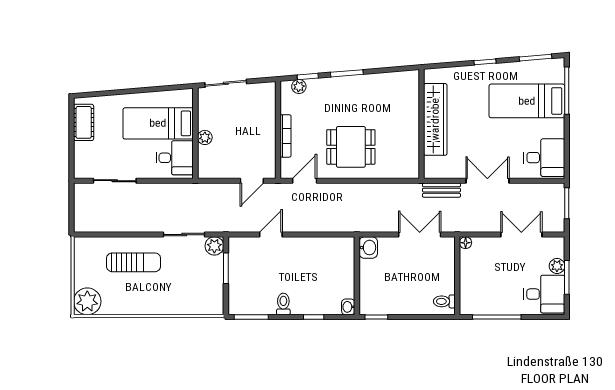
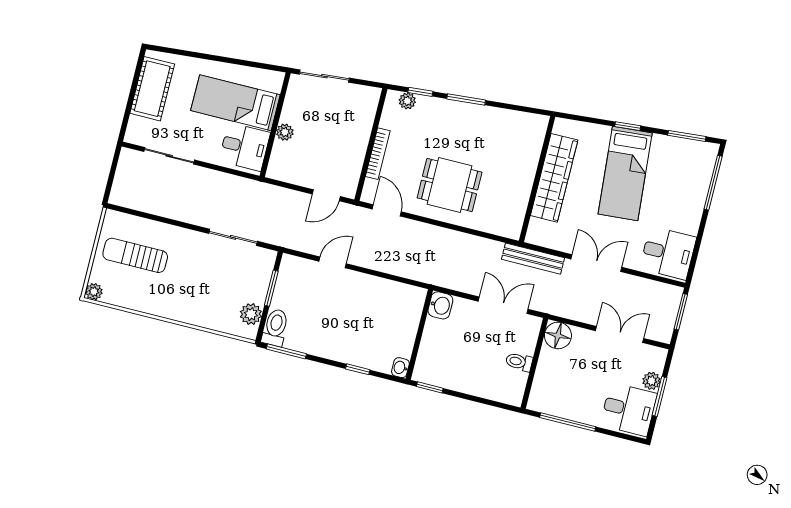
bed: (527, 101) -> (625, 174), moved, turned -95
cot: (84, 122) -> (152, 89), width x1.37, depth x1.34
door: (305, 181) -> (387, 210), hinge flipped
bench: (441, 190) -> (533, 259), width x1.36
floor lamp: (466, 243) -> (558, 335), width x1.89, depth x1.89
plant: (214, 246) -> (251, 314), moved
sun lounger: (134, 262) -> (135, 255), moved, turned 180
plant: (87, 301) -> (94, 292), width x0.53, depth x0.53
toilet: (444, 301) -> (519, 362), moved
toilet: (283, 304) -> (275, 327), moved, width x1.37, depth x1.39

